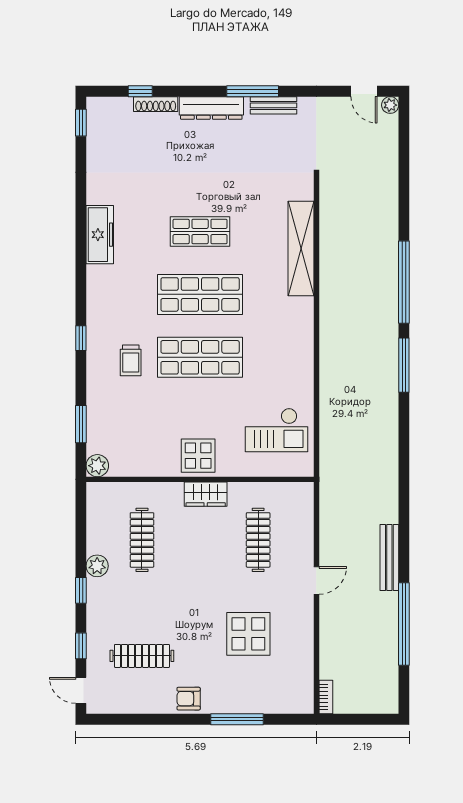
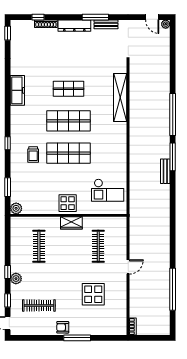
bench: (389, 557) -> (165, 171), moved, width x0.73
plant: (97, 566) -> (16, 279), moved
window: (237, 719) -> (77, 338), moved

